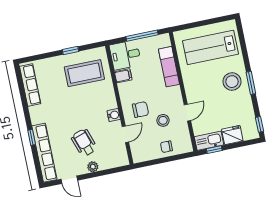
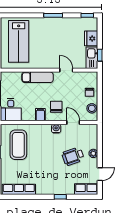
exam couch: (169, 67) -> (37, 77), moved
filing cabinet: (123, 76) -> (40, 115), moved
stool: (232, 82) -> (49, 30), removed
stool: (163, 120) -> (92, 108), moved
row of seats: (44, 153) -> (86, 189), width x0.50

